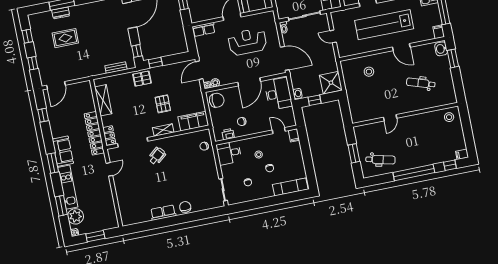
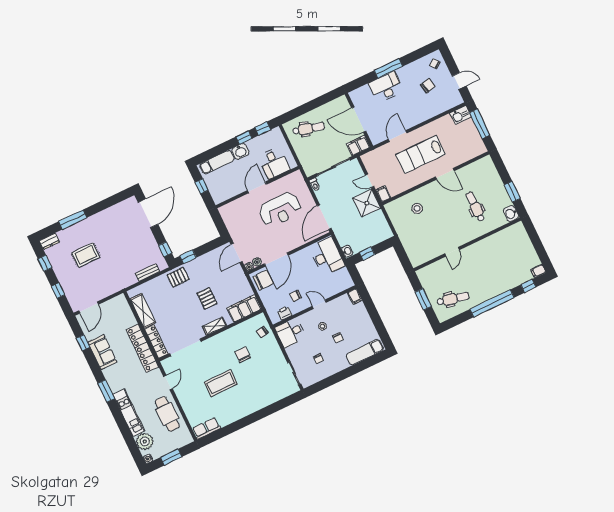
dresser: (61, 13) -> (49, 241), moved
lab bench: (384, 25) -> (421, 154), width x0.73
row of seats: (204, 29) -> (230, 208), removed
filing cabinet: (439, 32) -> (383, 194), moved
reception desk: (247, 42) -> (280, 210), turned 180
washbasin: (441, 49) -> (511, 214), moved
door: (285, 58) -> (324, 217), swing flipped
window: (453, 58) -> (512, 192), moved
door: (249, 82) -> (276, 259), moved
shower: (331, 83) -> (367, 203), moved
dental chair: (421, 83) -> (475, 207), turned 72
stool: (449, 117) -> (514, 235), removed
door: (279, 131) -> (319, 304), moved
locker: (109, 136) -> (156, 341), width x1.53
sofa: (63, 151) -> (102, 352), moved
wheelchair: (157, 156) -> (215, 355), removed
coffee table: (156, 182) -> (221, 383), added
cafe table: (102, 197) -> (167, 414), added
window: (61, 206) -> (127, 434), removed
chair: (185, 207) -> (243, 355), moved
row of seats: (163, 213) -> (206, 428), moved

